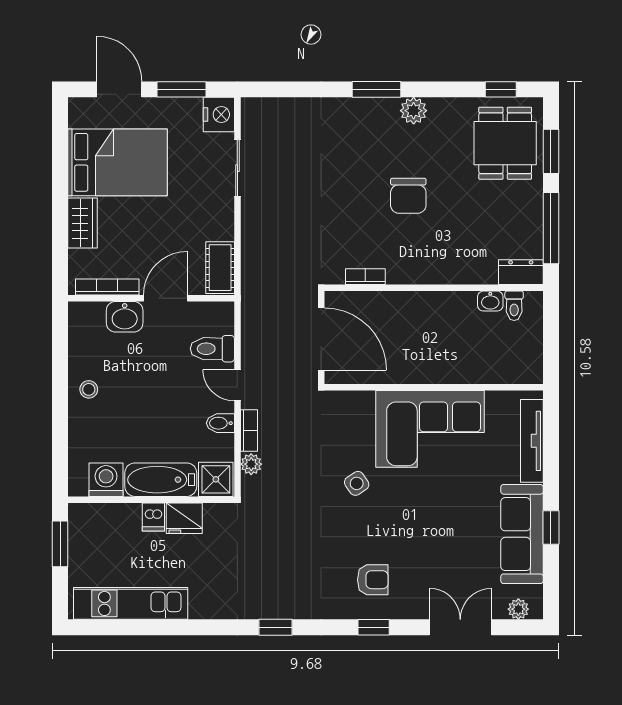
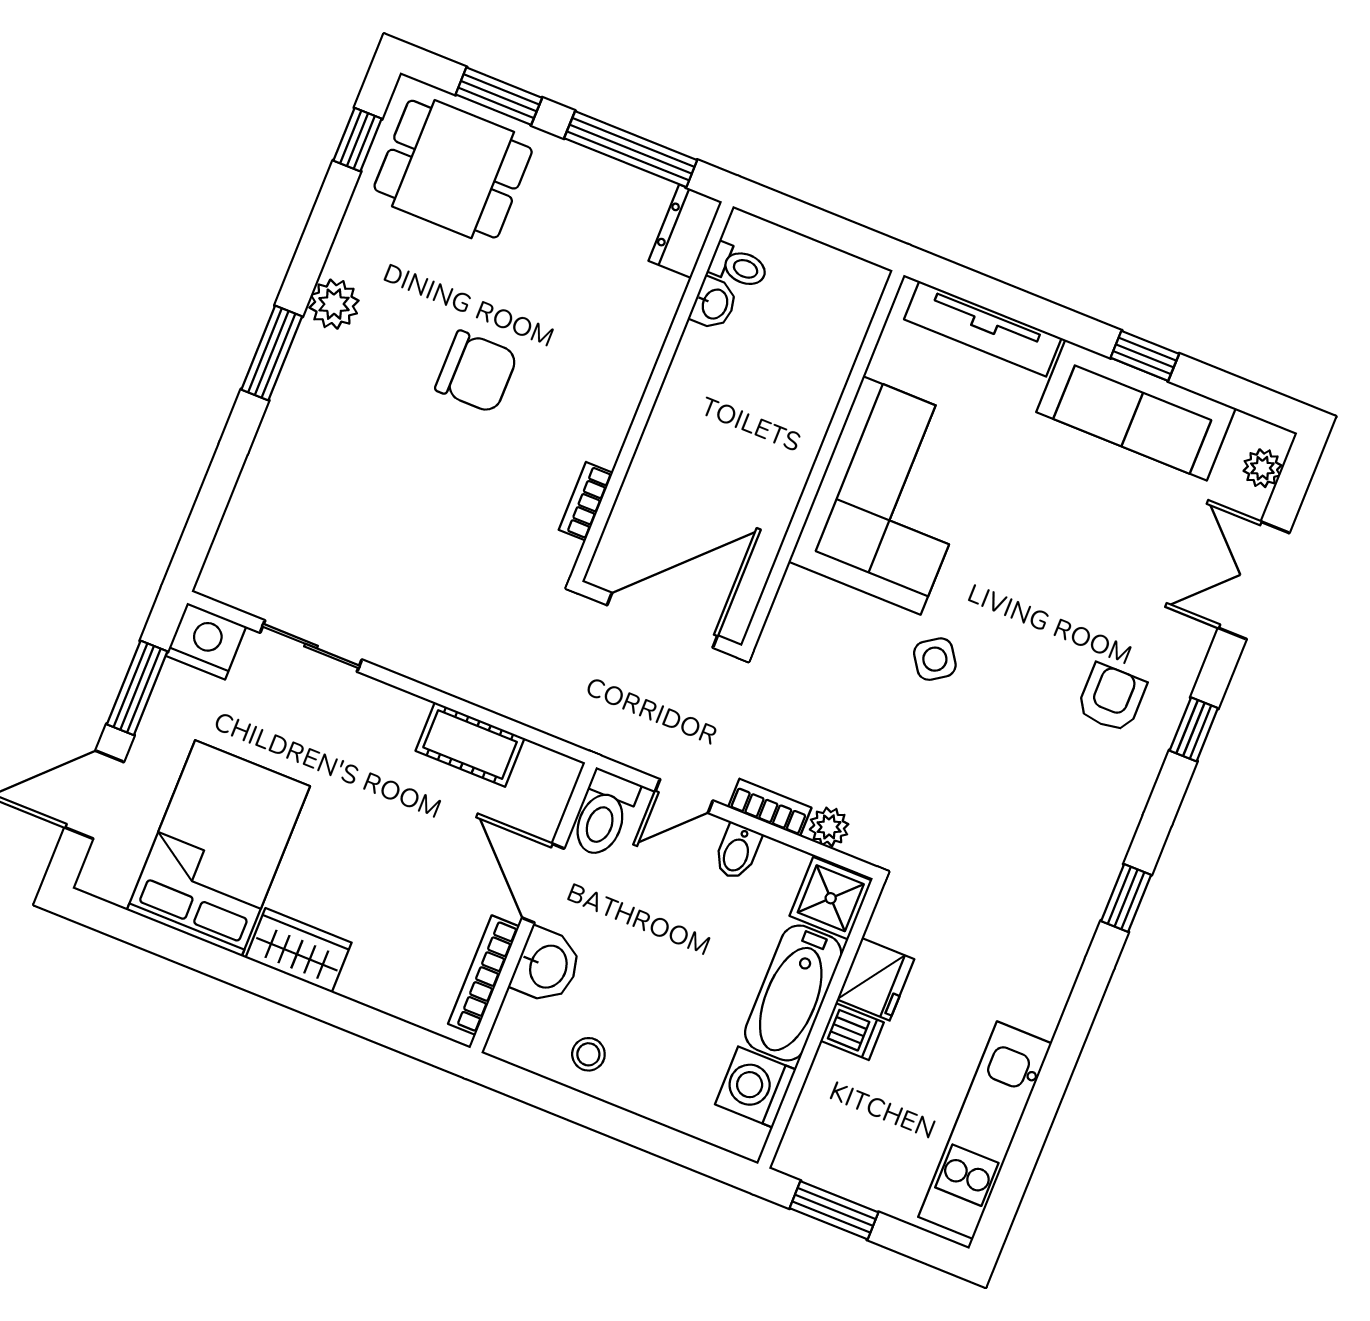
bookcase: (107, 287) -> (484, 975), moved
wall: (151, 298) -> (533, 908), moved
door: (165, 298) -> (543, 883), moved
washbasin: (125, 317) -> (547, 966), moved

